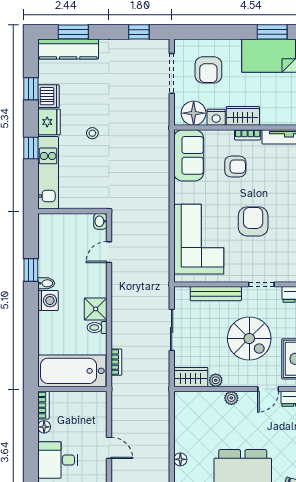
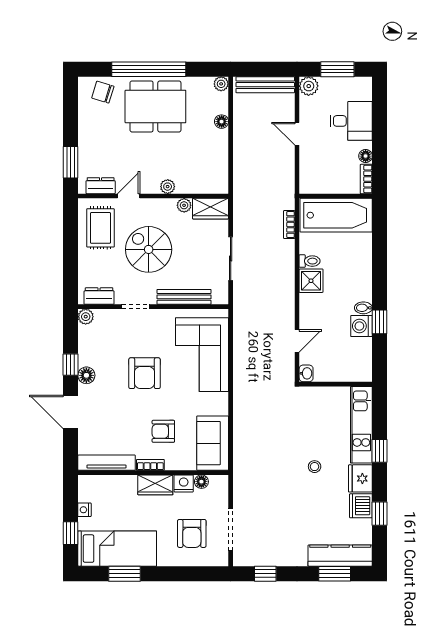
armchair: (208, 70) -> (192, 533), turned 180
floor lamp: (194, 113) -> (201, 482), width x0.53, depth x0.53
washing machine: (48, 301) -> (362, 326), moved

